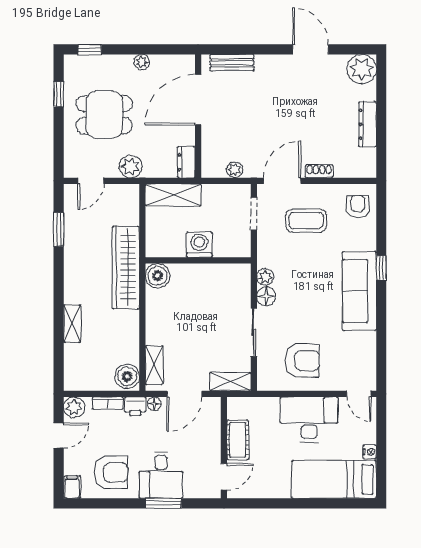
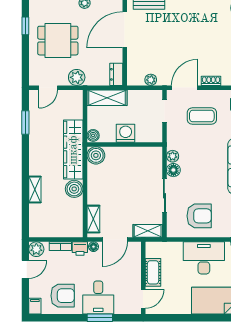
boiler: (154, 248) -> (93, 135), added
boiler: (127, 376) -> (74, 189), moved

